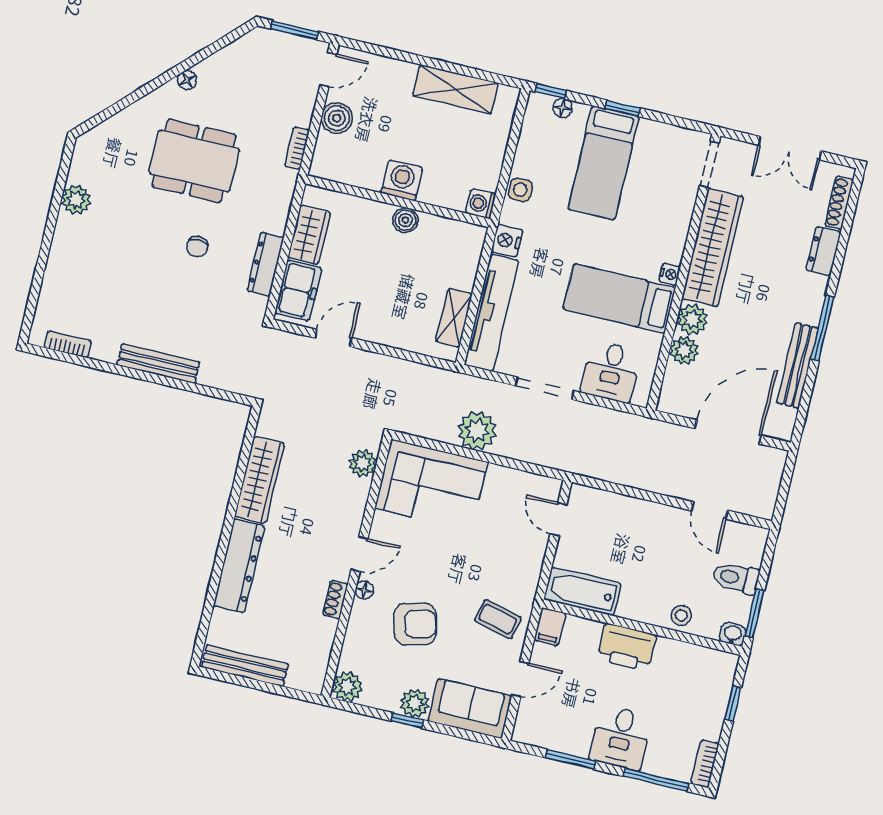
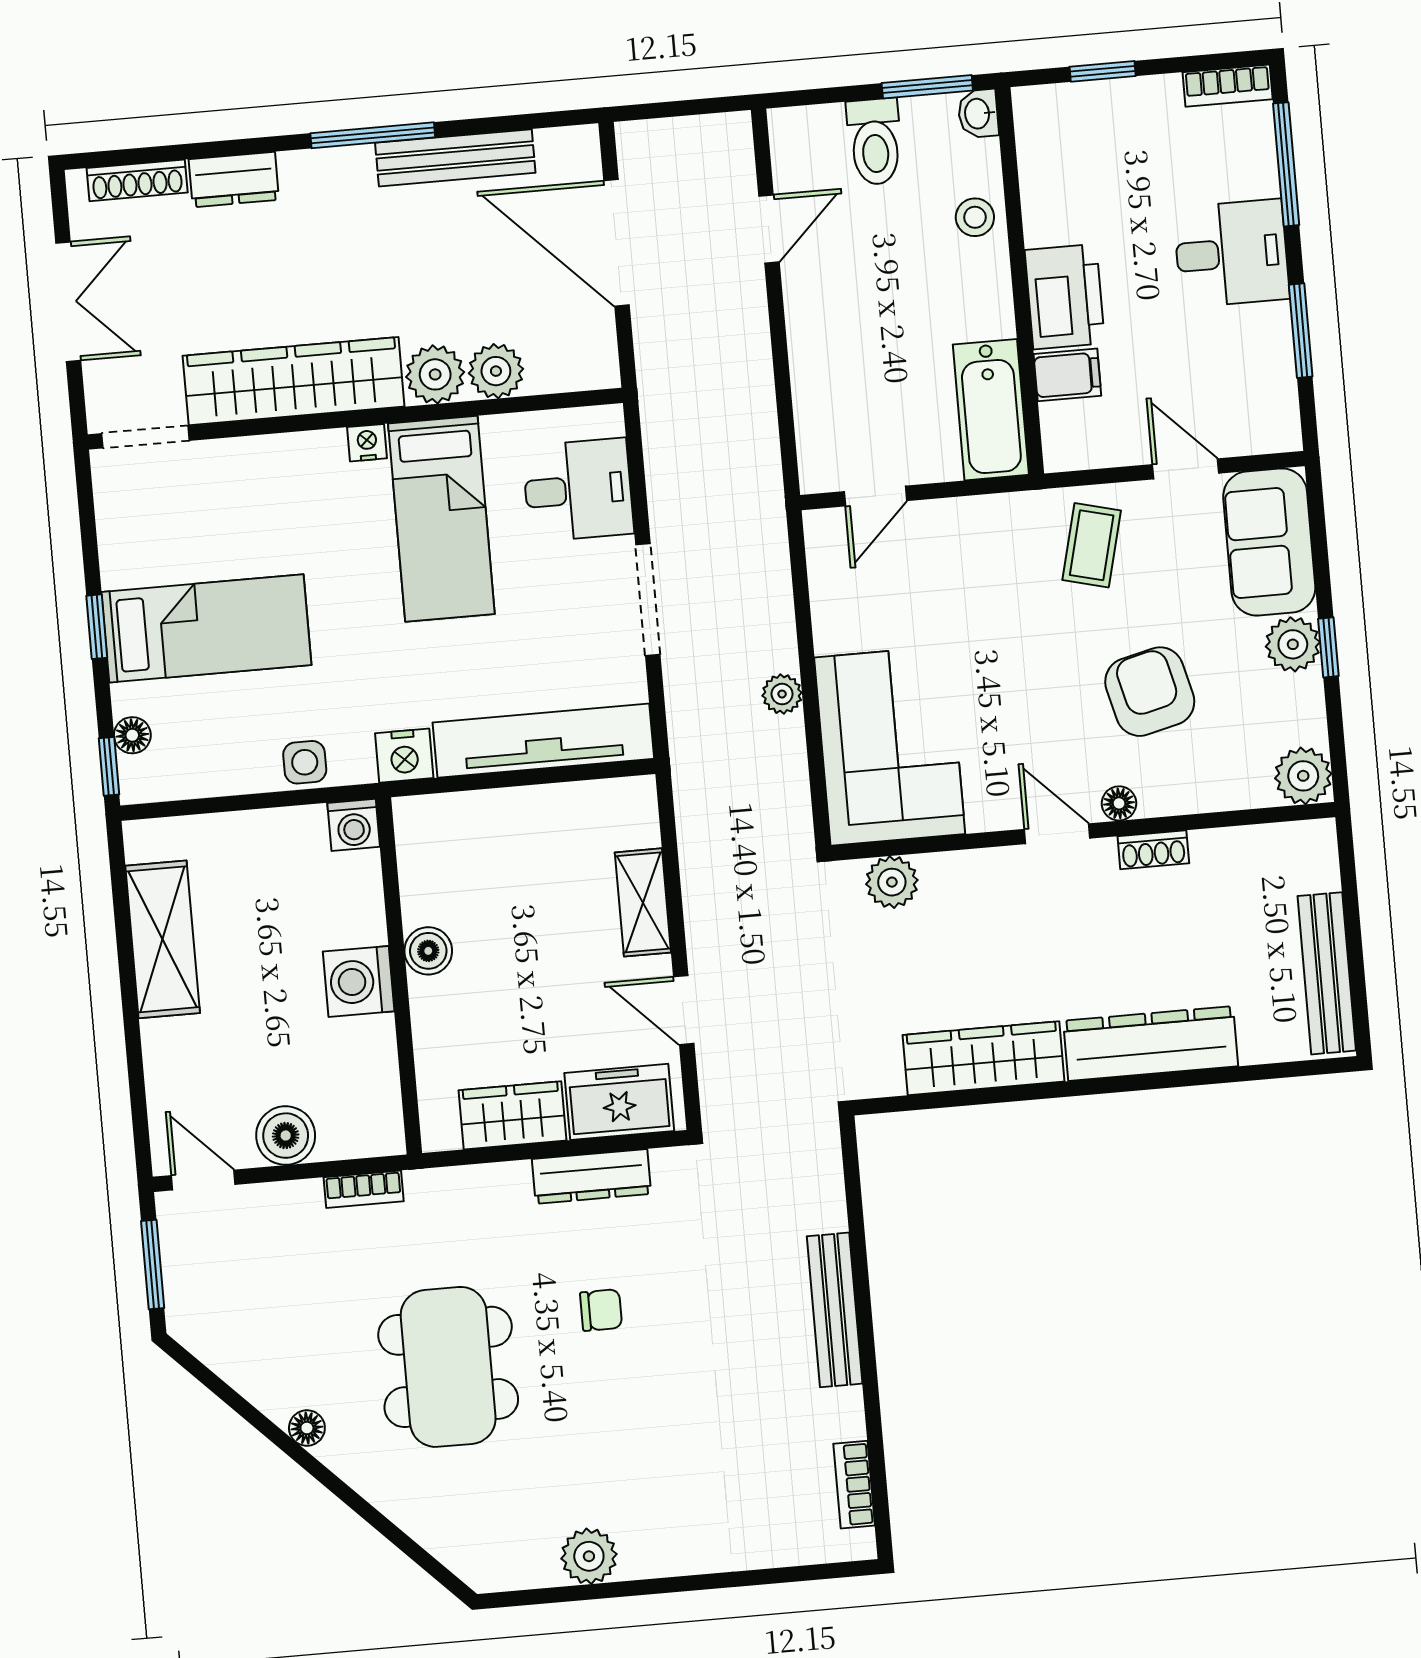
shelving: (454, 318) -> (643, 902), moved, turned 90
plant: (477, 431) -> (782, 694), width x0.53, depth x0.53
filing cabinet: (550, 627) -> (1067, 375), moved

